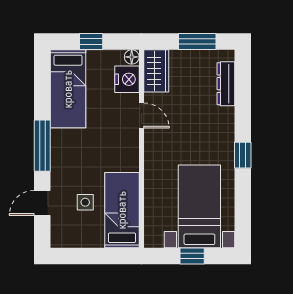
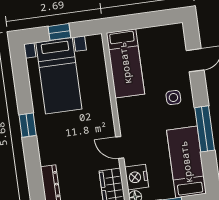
window: (42, 146) -> (205, 129), moved
side table: (85, 202) -> (173, 97), moved

